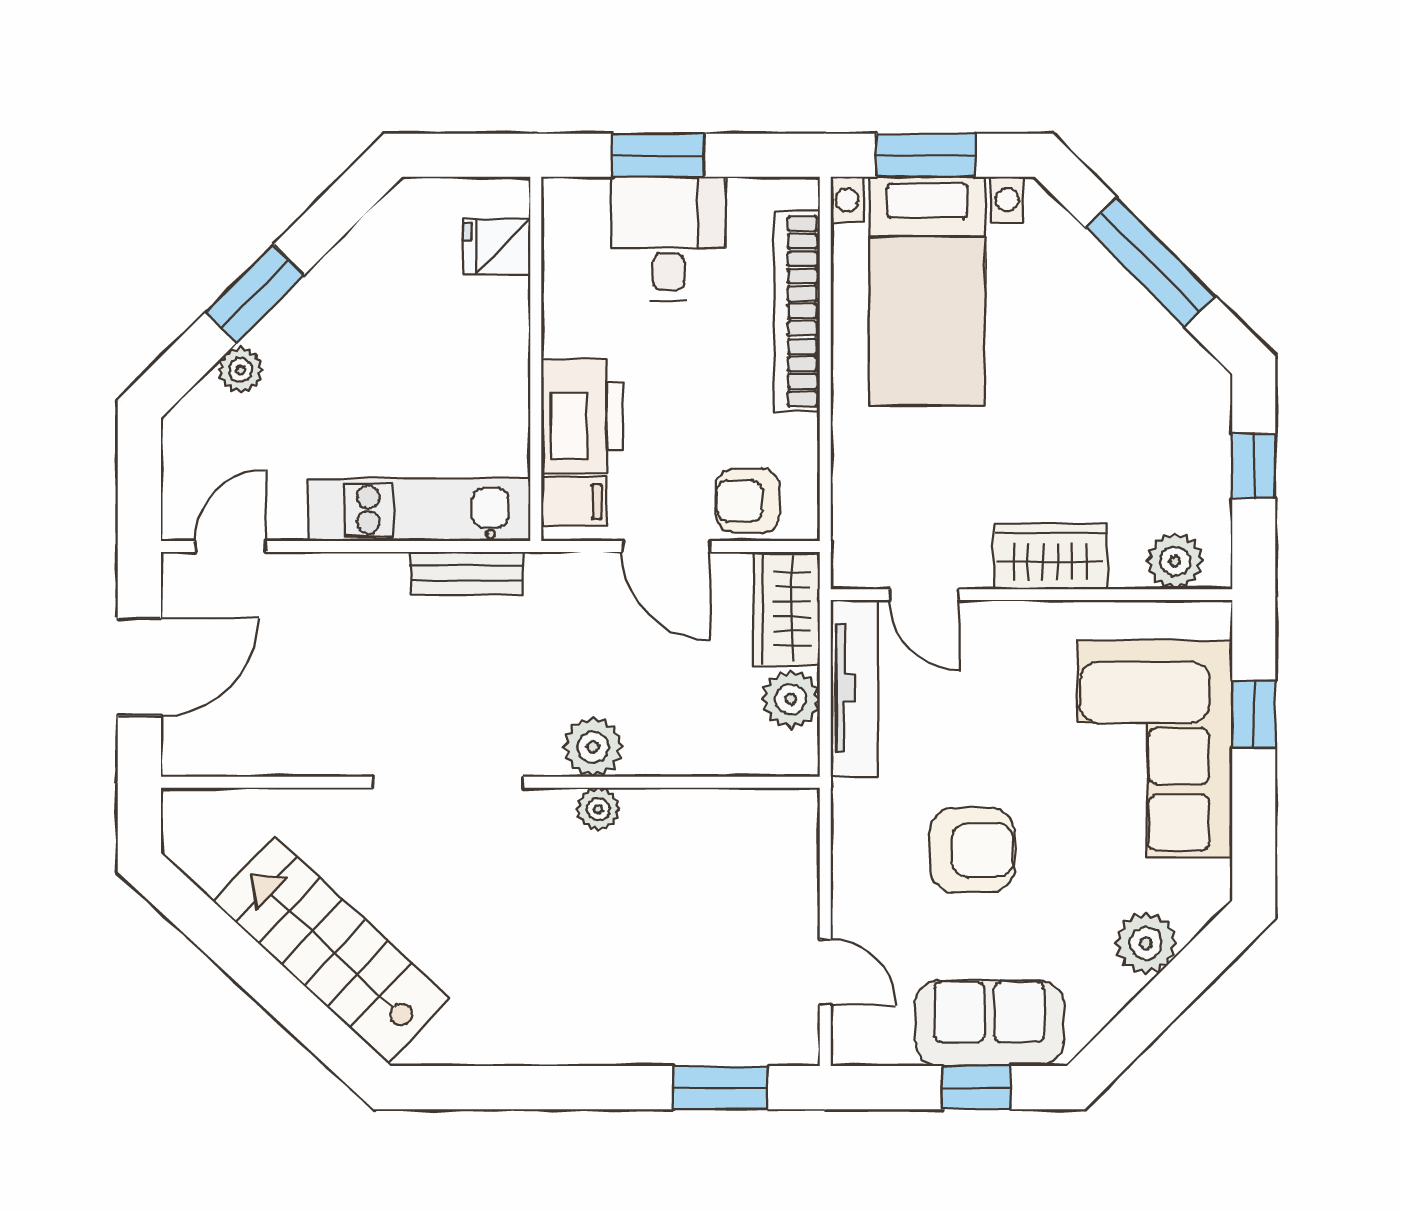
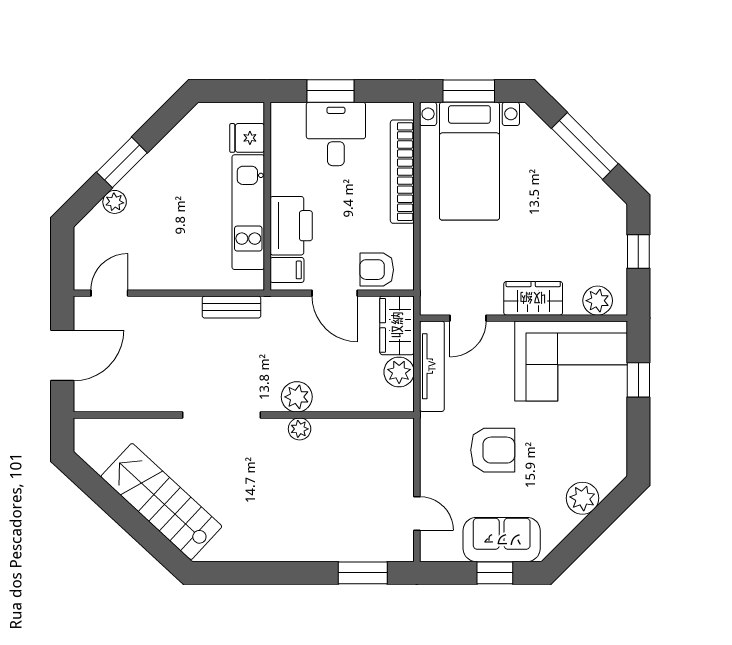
kitchen unit: (419, 510) -> (248, 212), moved, turned -90
door: (924, 595) -> (468, 318), hinge flipped
corner sofa: (1155, 749) -> (571, 361), moved, turned -90

